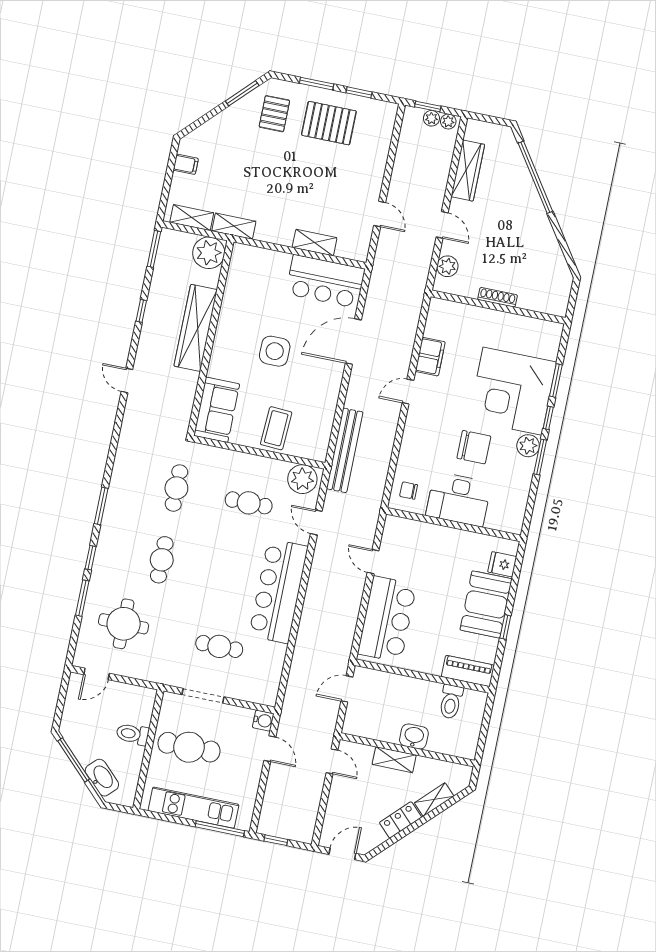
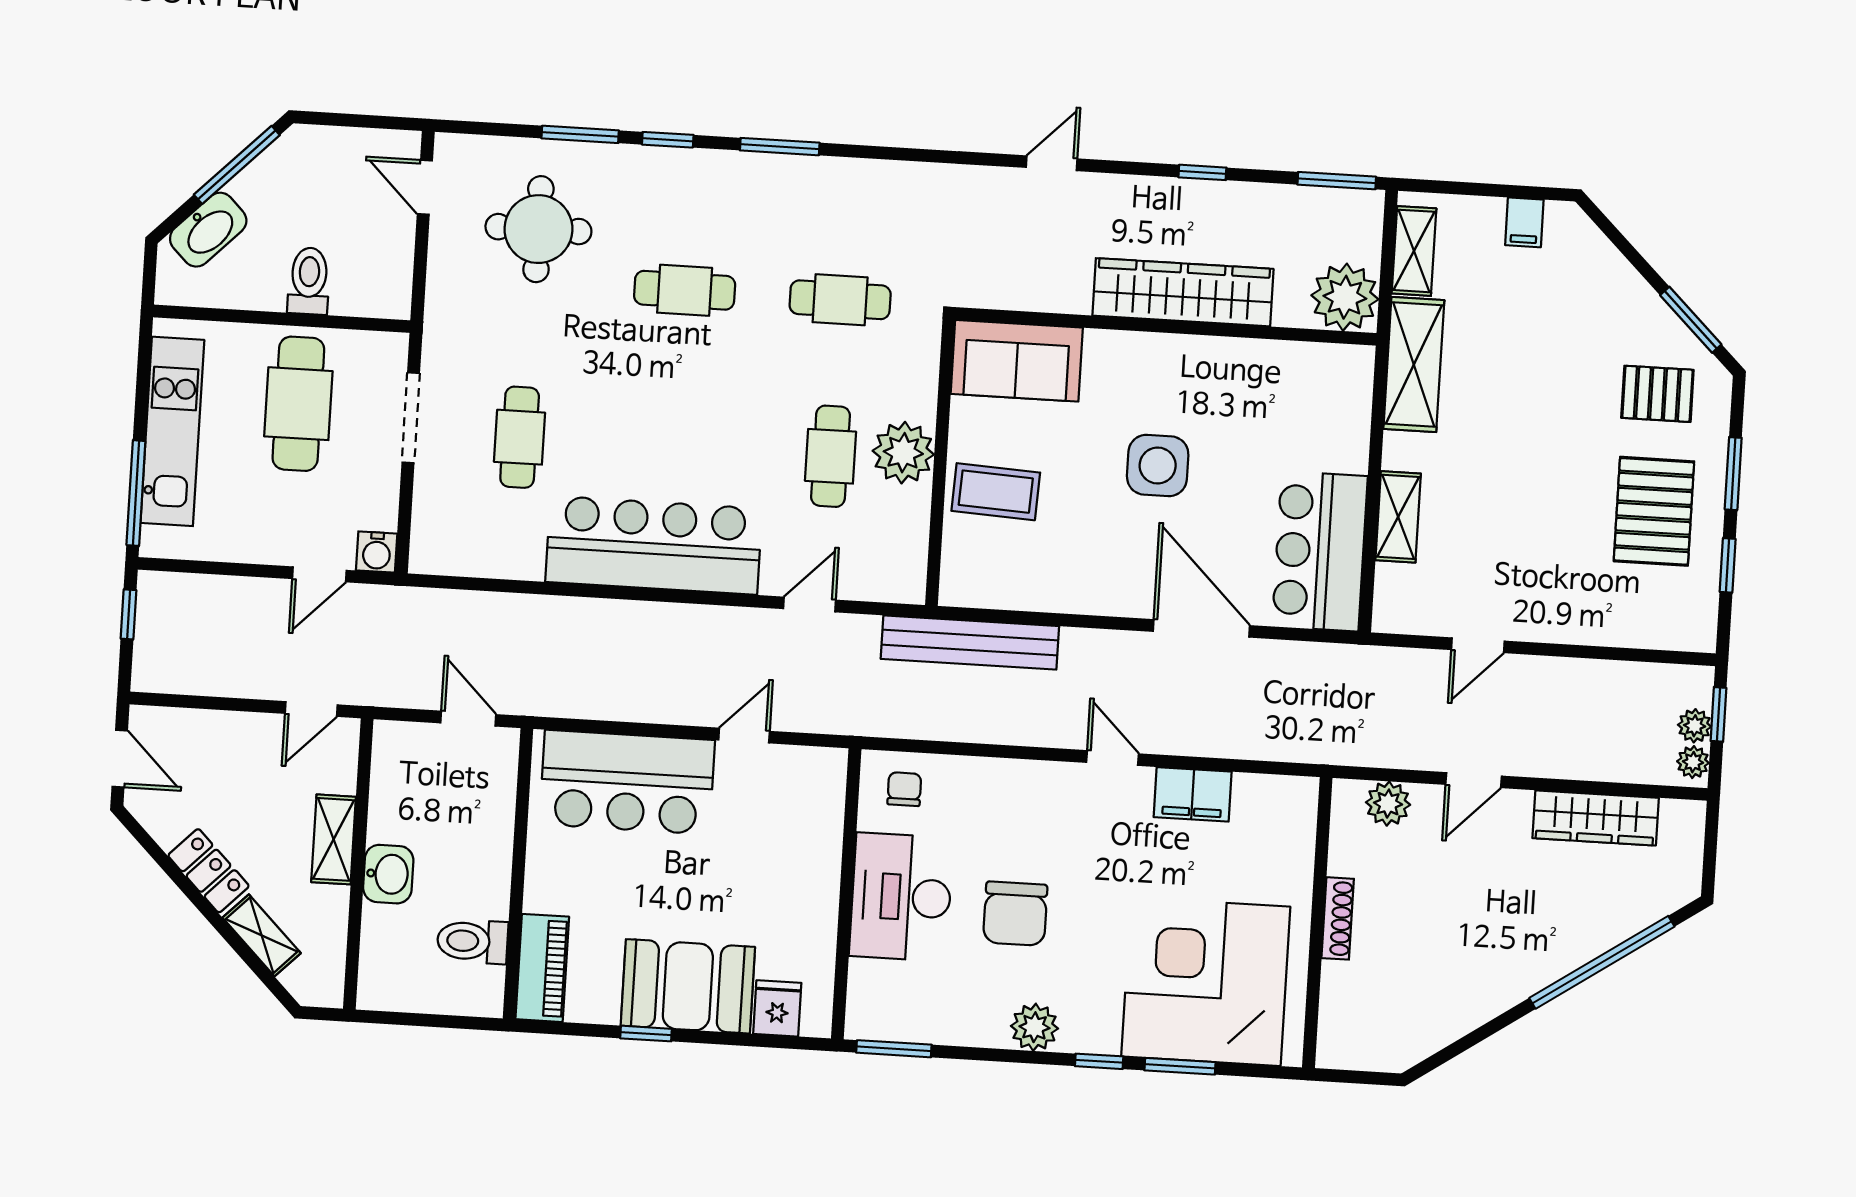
shelving: (234, 226) -> (1414, 364), width x1.50, depth x1.33
corner desk: (512, 391) -> (1206, 982), moved
window: (540, 457) -> (894, 1049), moved
plant: (302, 479) -> (903, 453), moved

